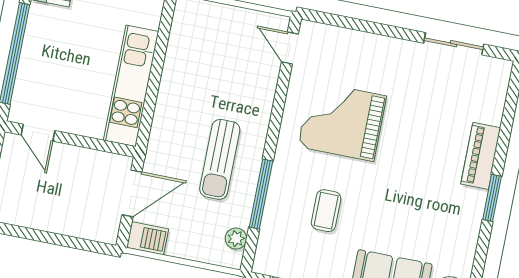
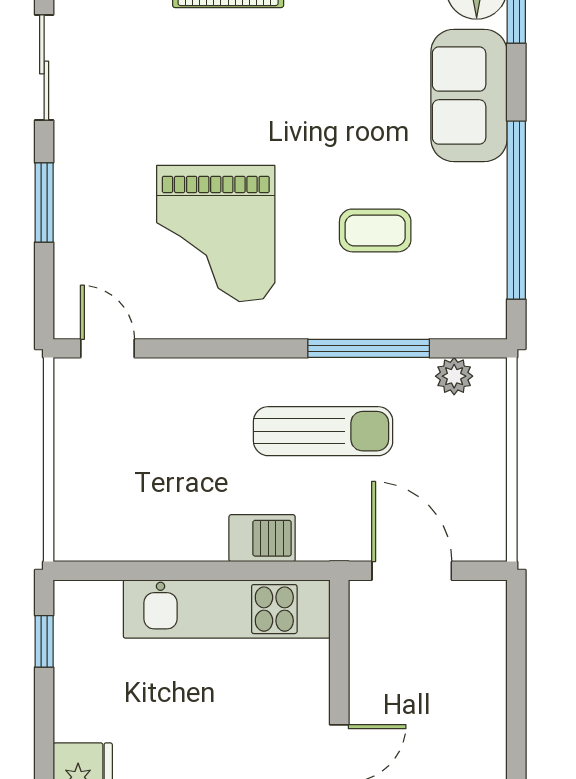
window: (378, 29) -> (44, 202), added
door: (290, 48) -> (107, 348), swing flipped
barbecue: (148, 238) -> (262, 538), moved, turned 90

